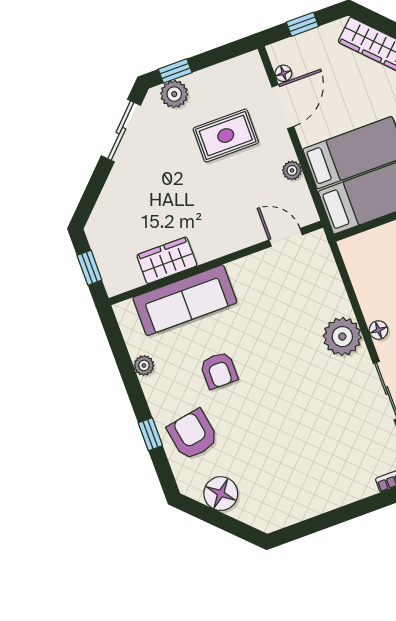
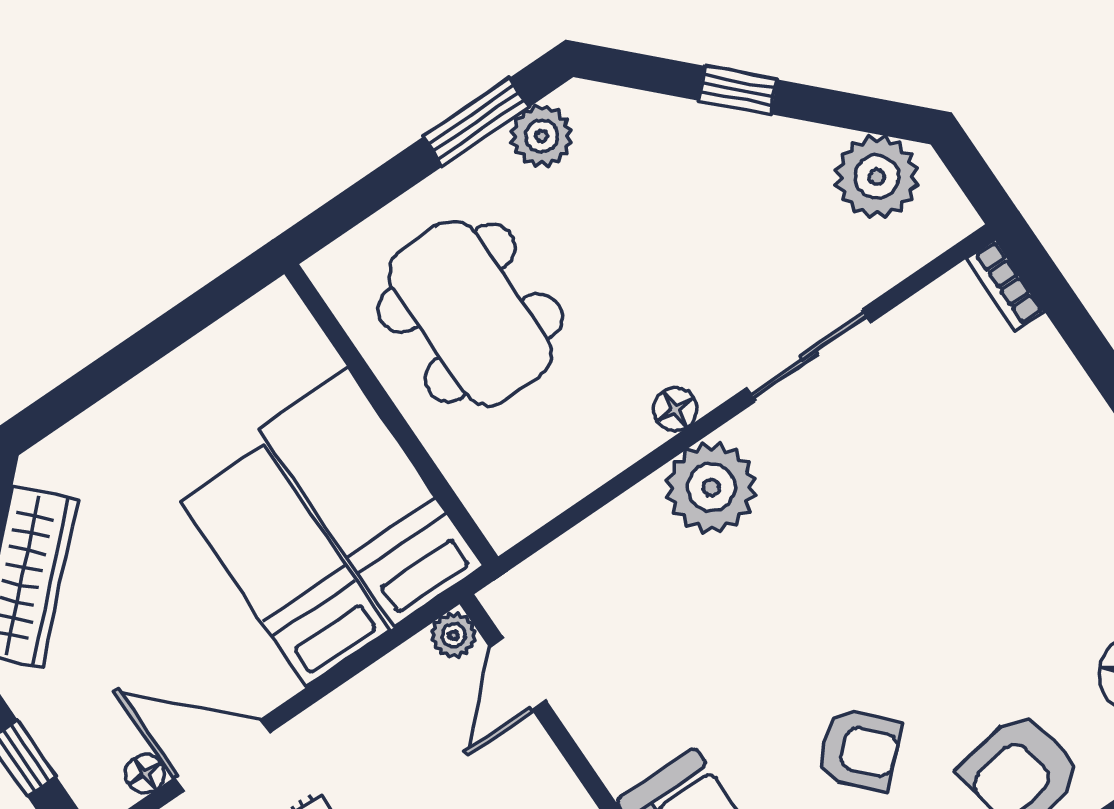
plant: (292, 170) -> (454, 635), moved
armchair: (219, 370) -> (859, 750), turned 47

